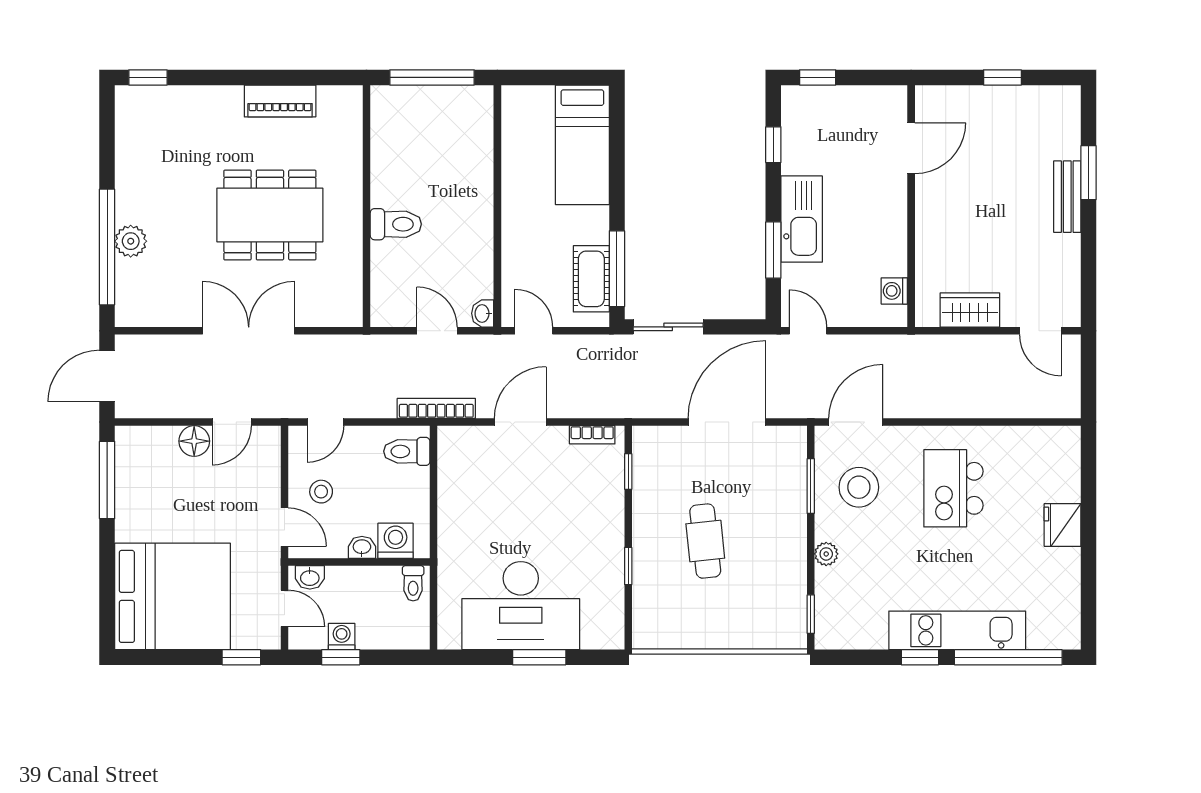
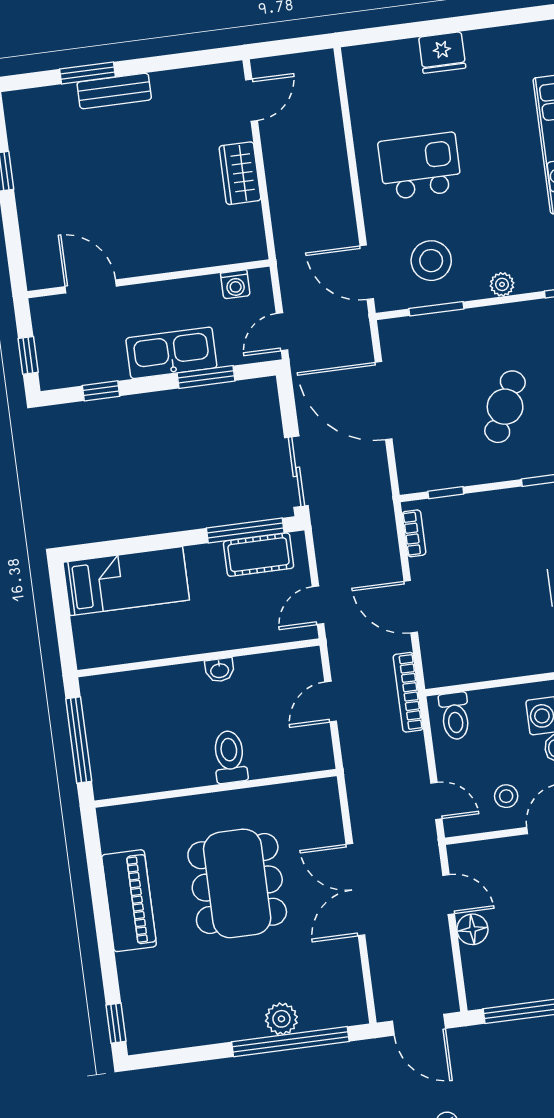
piano: (280, 101) -> (129, 901), width x1.37, depth x1.33
door: (911, 148) -> (91, 286), moved
wall: (911, 206) -> (148, 279), moved
washing machine: (894, 291) -> (235, 284), moved
washbasin: (483, 313) -> (220, 670), moved
kitchen island: (953, 488) -> (420, 166), turned 180
cafe table: (705, 541) -> (505, 407), turned -59

